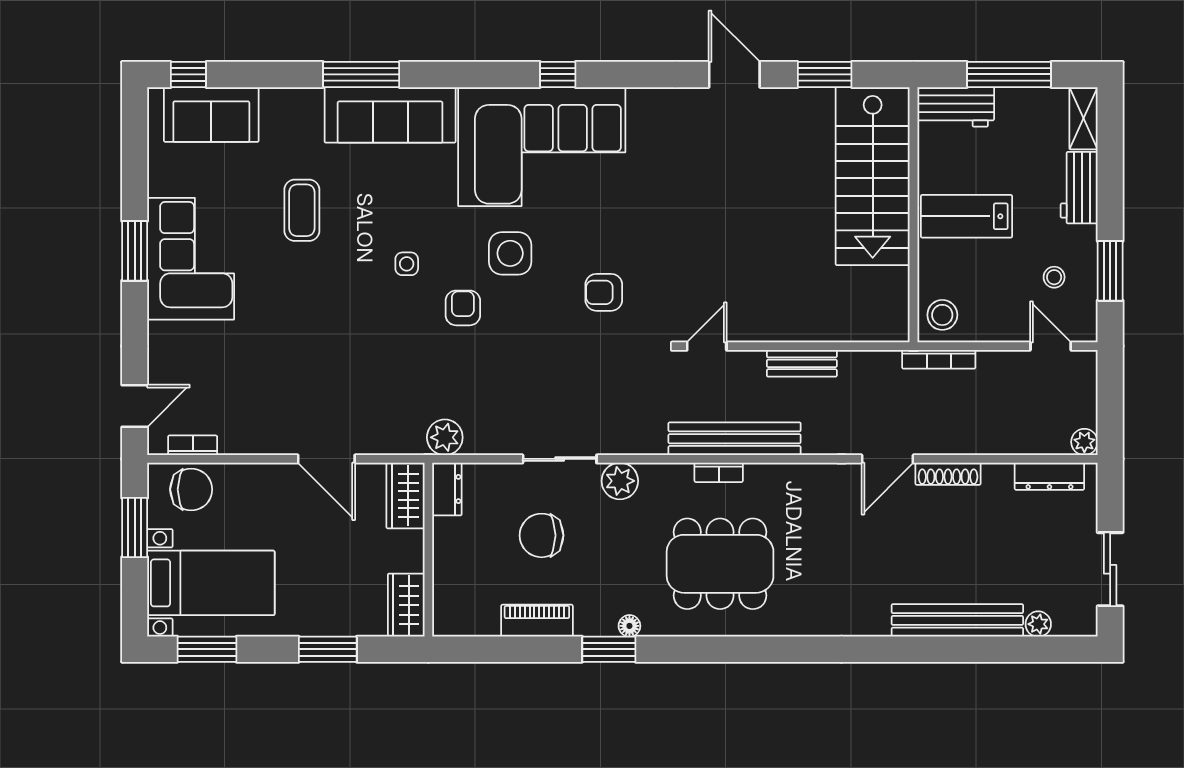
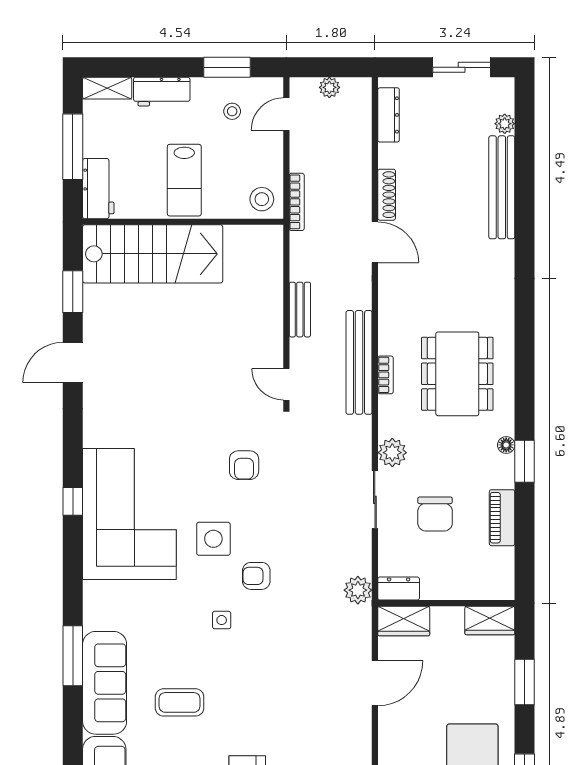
sofa: (390, 115) -> (105, 683), moved
plant: (1084, 442) -> (329, 87), moved

